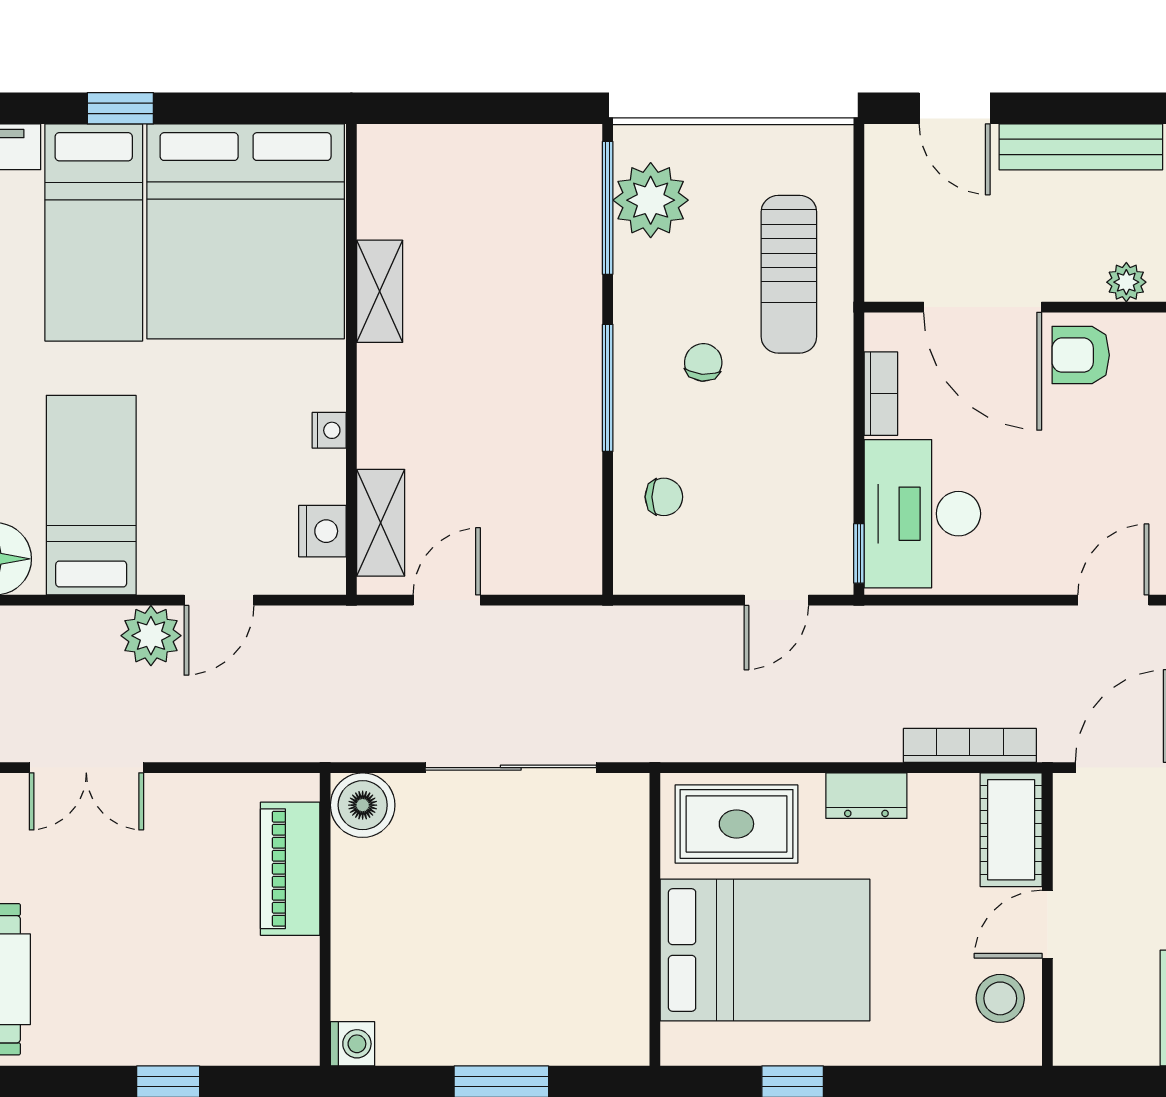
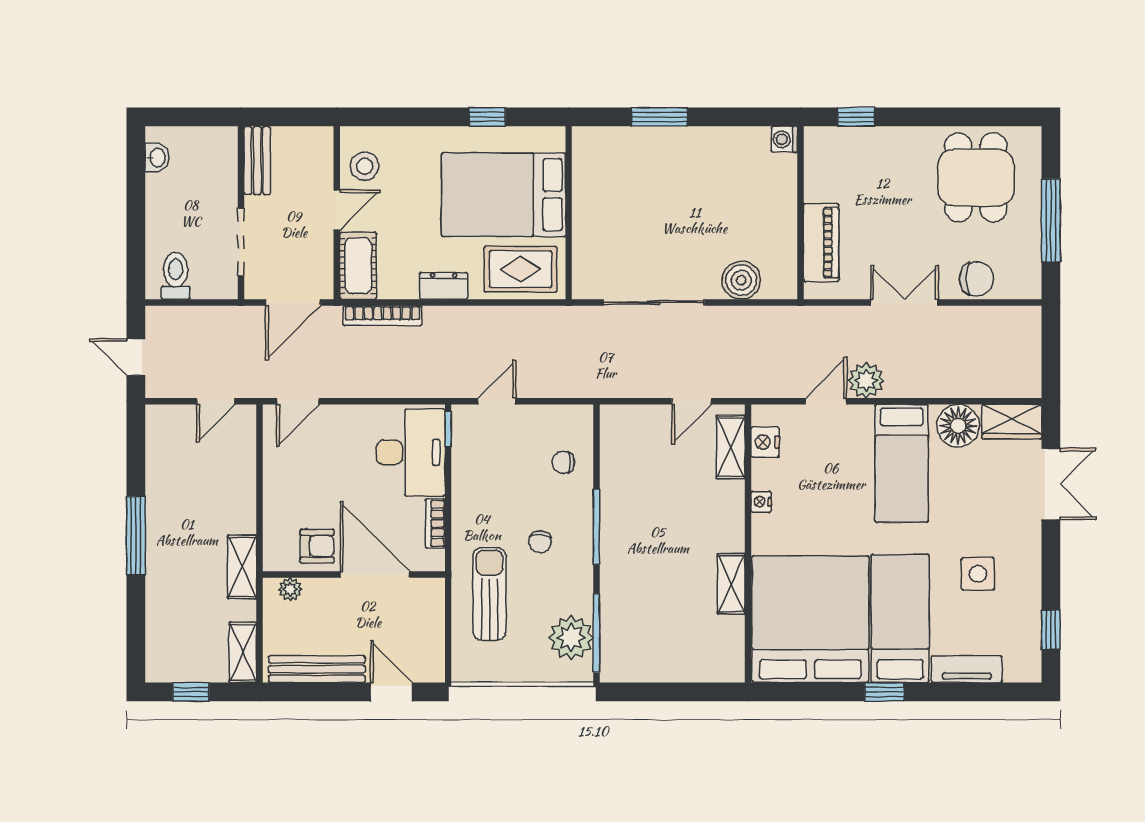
piano: (290, 869) -> (821, 243), moved
wall: (325, 919) -> (800, 213), moved
washing machine: (352, 1044) -> (784, 139), moved

